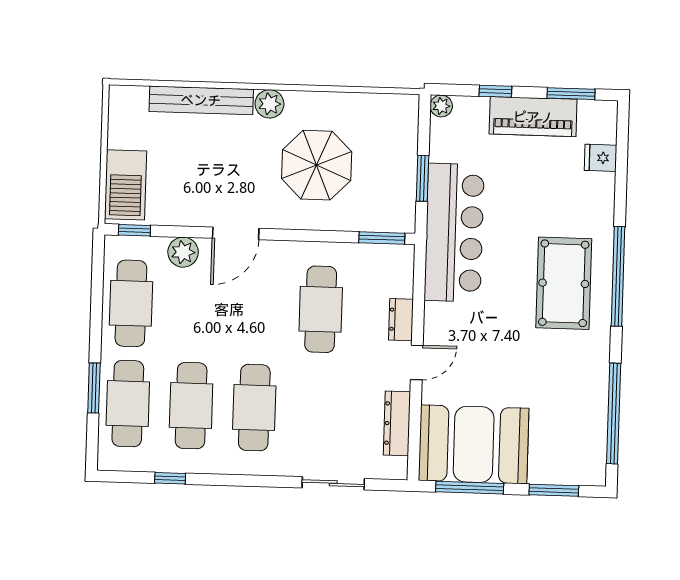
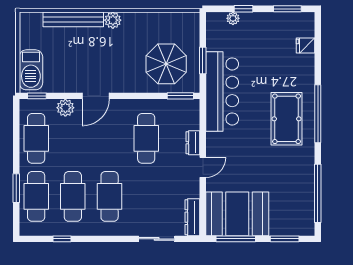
plant: (441, 106) -> (233, 18), moved
piano: (533, 117) -> (266, 23), removed
parasol: (317, 165) -> (166, 64), moved
dresser: (397, 423) -> (192, 217), moved

